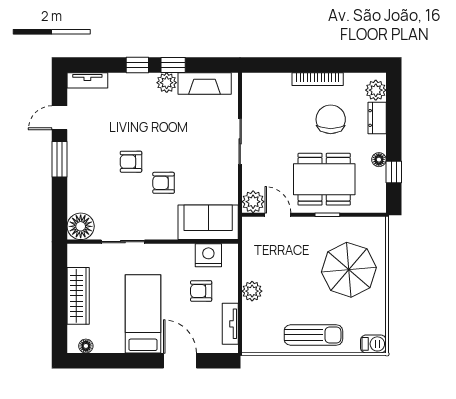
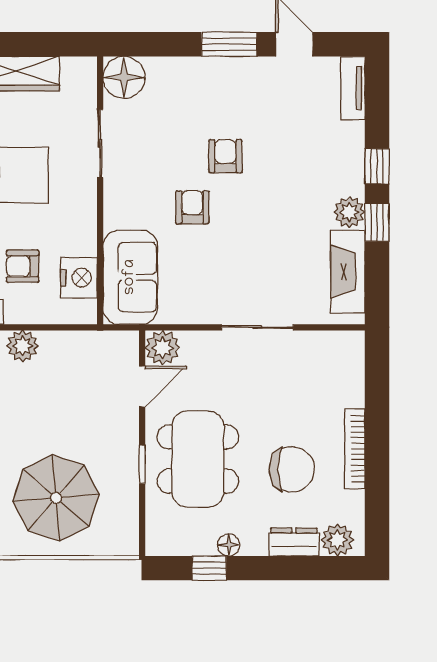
armchair: (201, 291) -> (23, 266), turned -90

